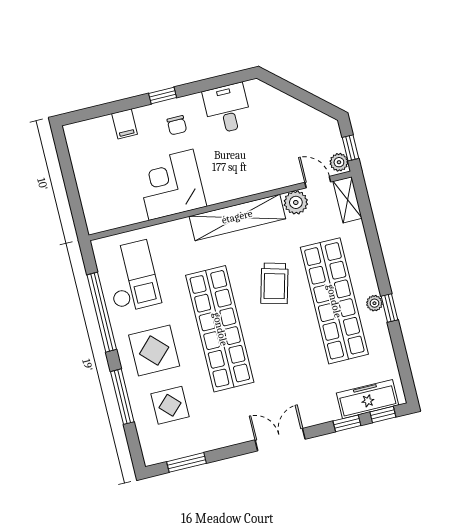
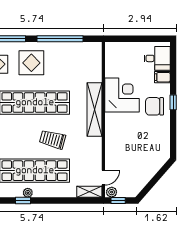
desk: (227, 108) -> (157, 58), moved
chair: (177, 125) -> (154, 106), width x1.87, depth x1.87
plant: (296, 202) -> (95, 162), removed
shelving: (237, 217) -> (95, 109), moved
checkout: (132, 276) -> (76, 60), removed

